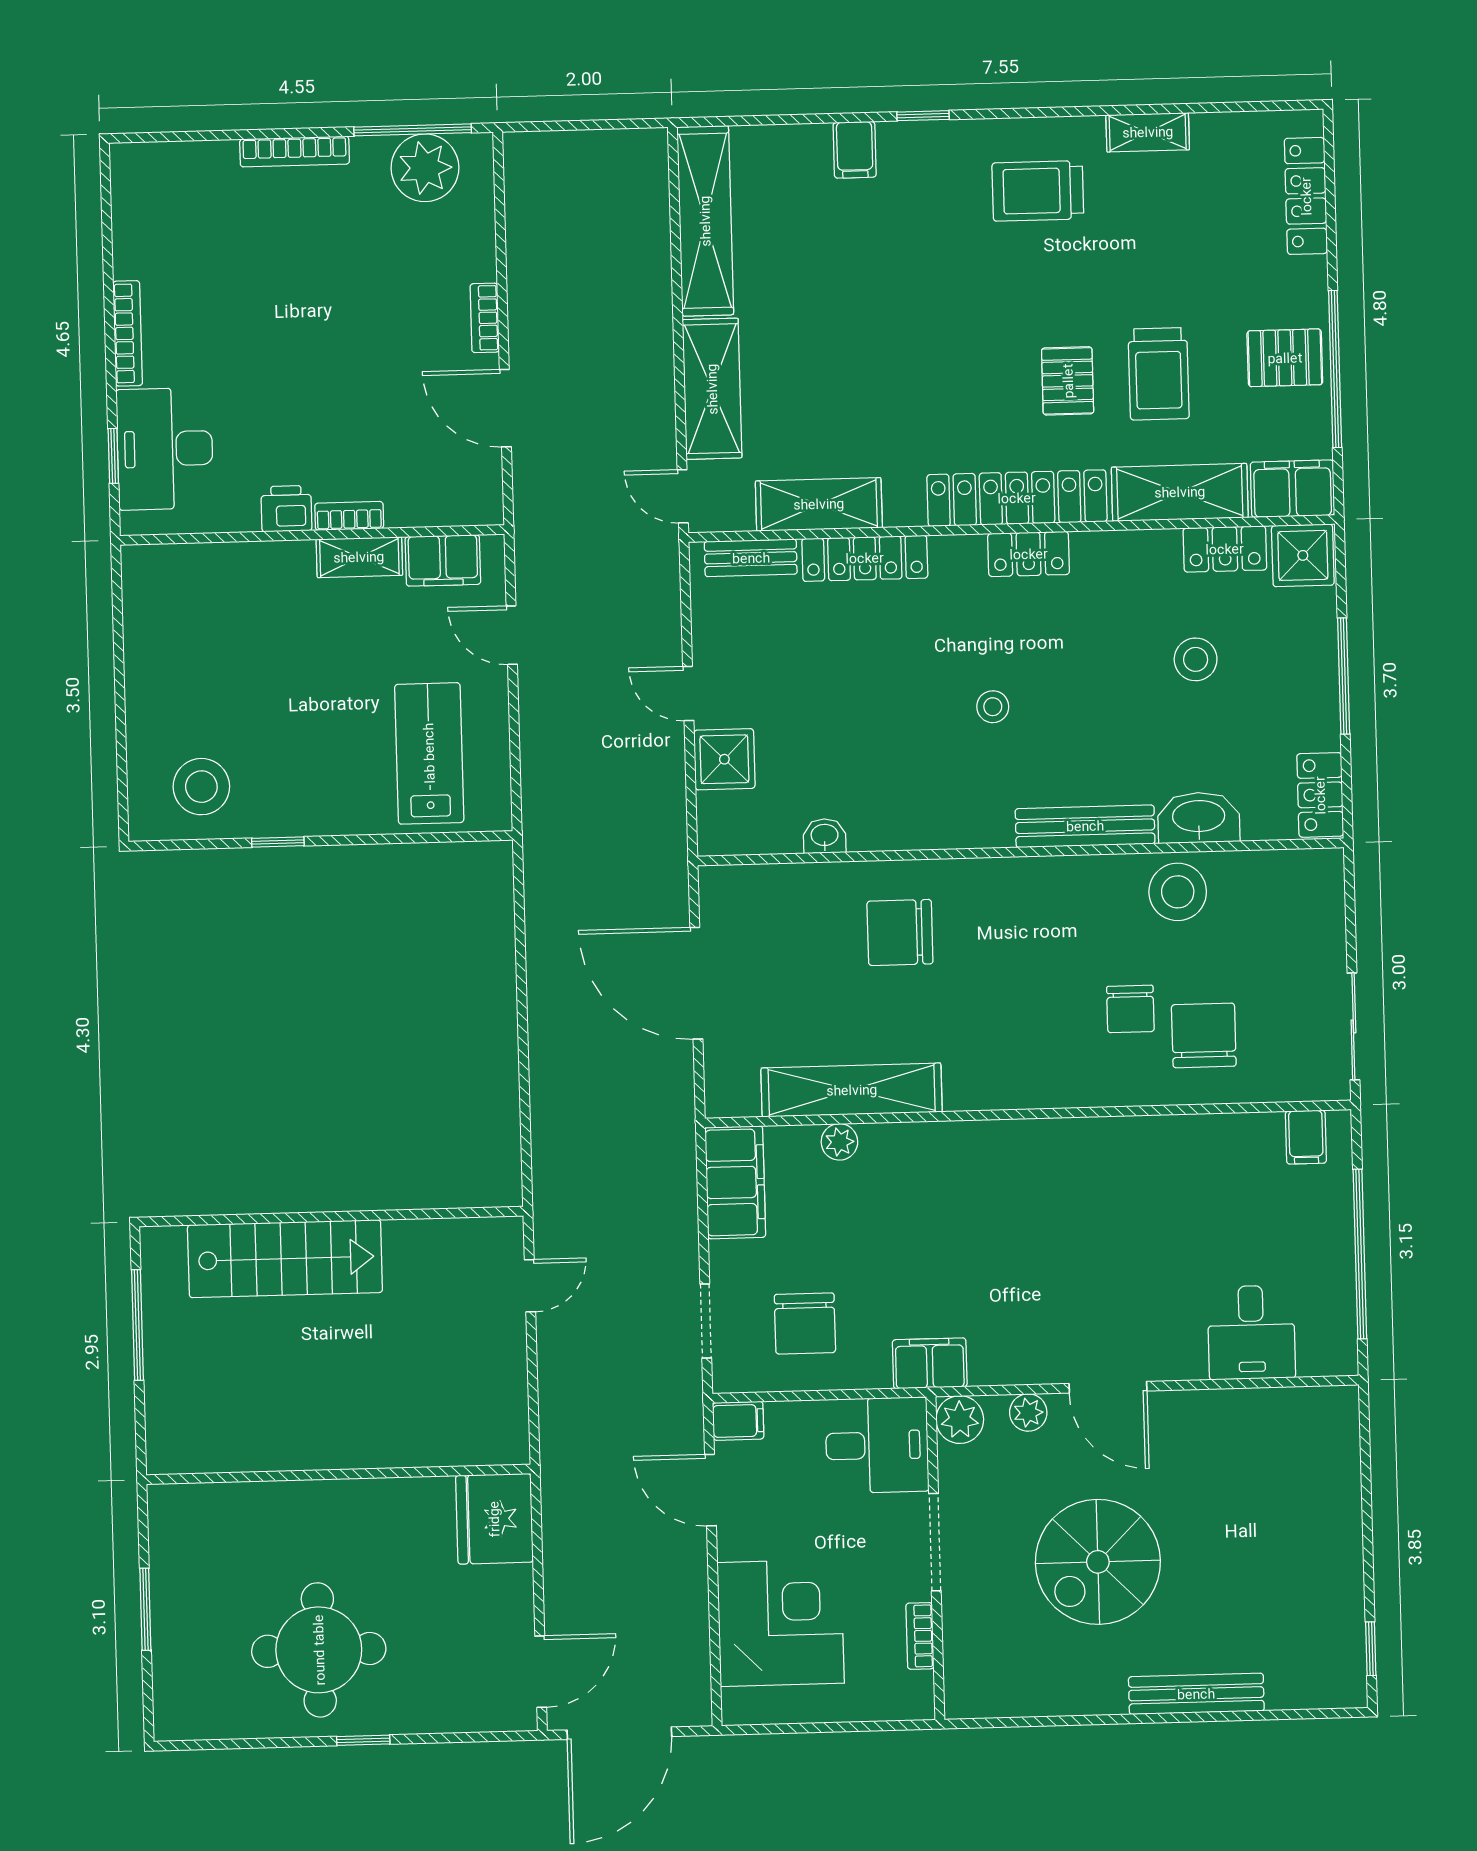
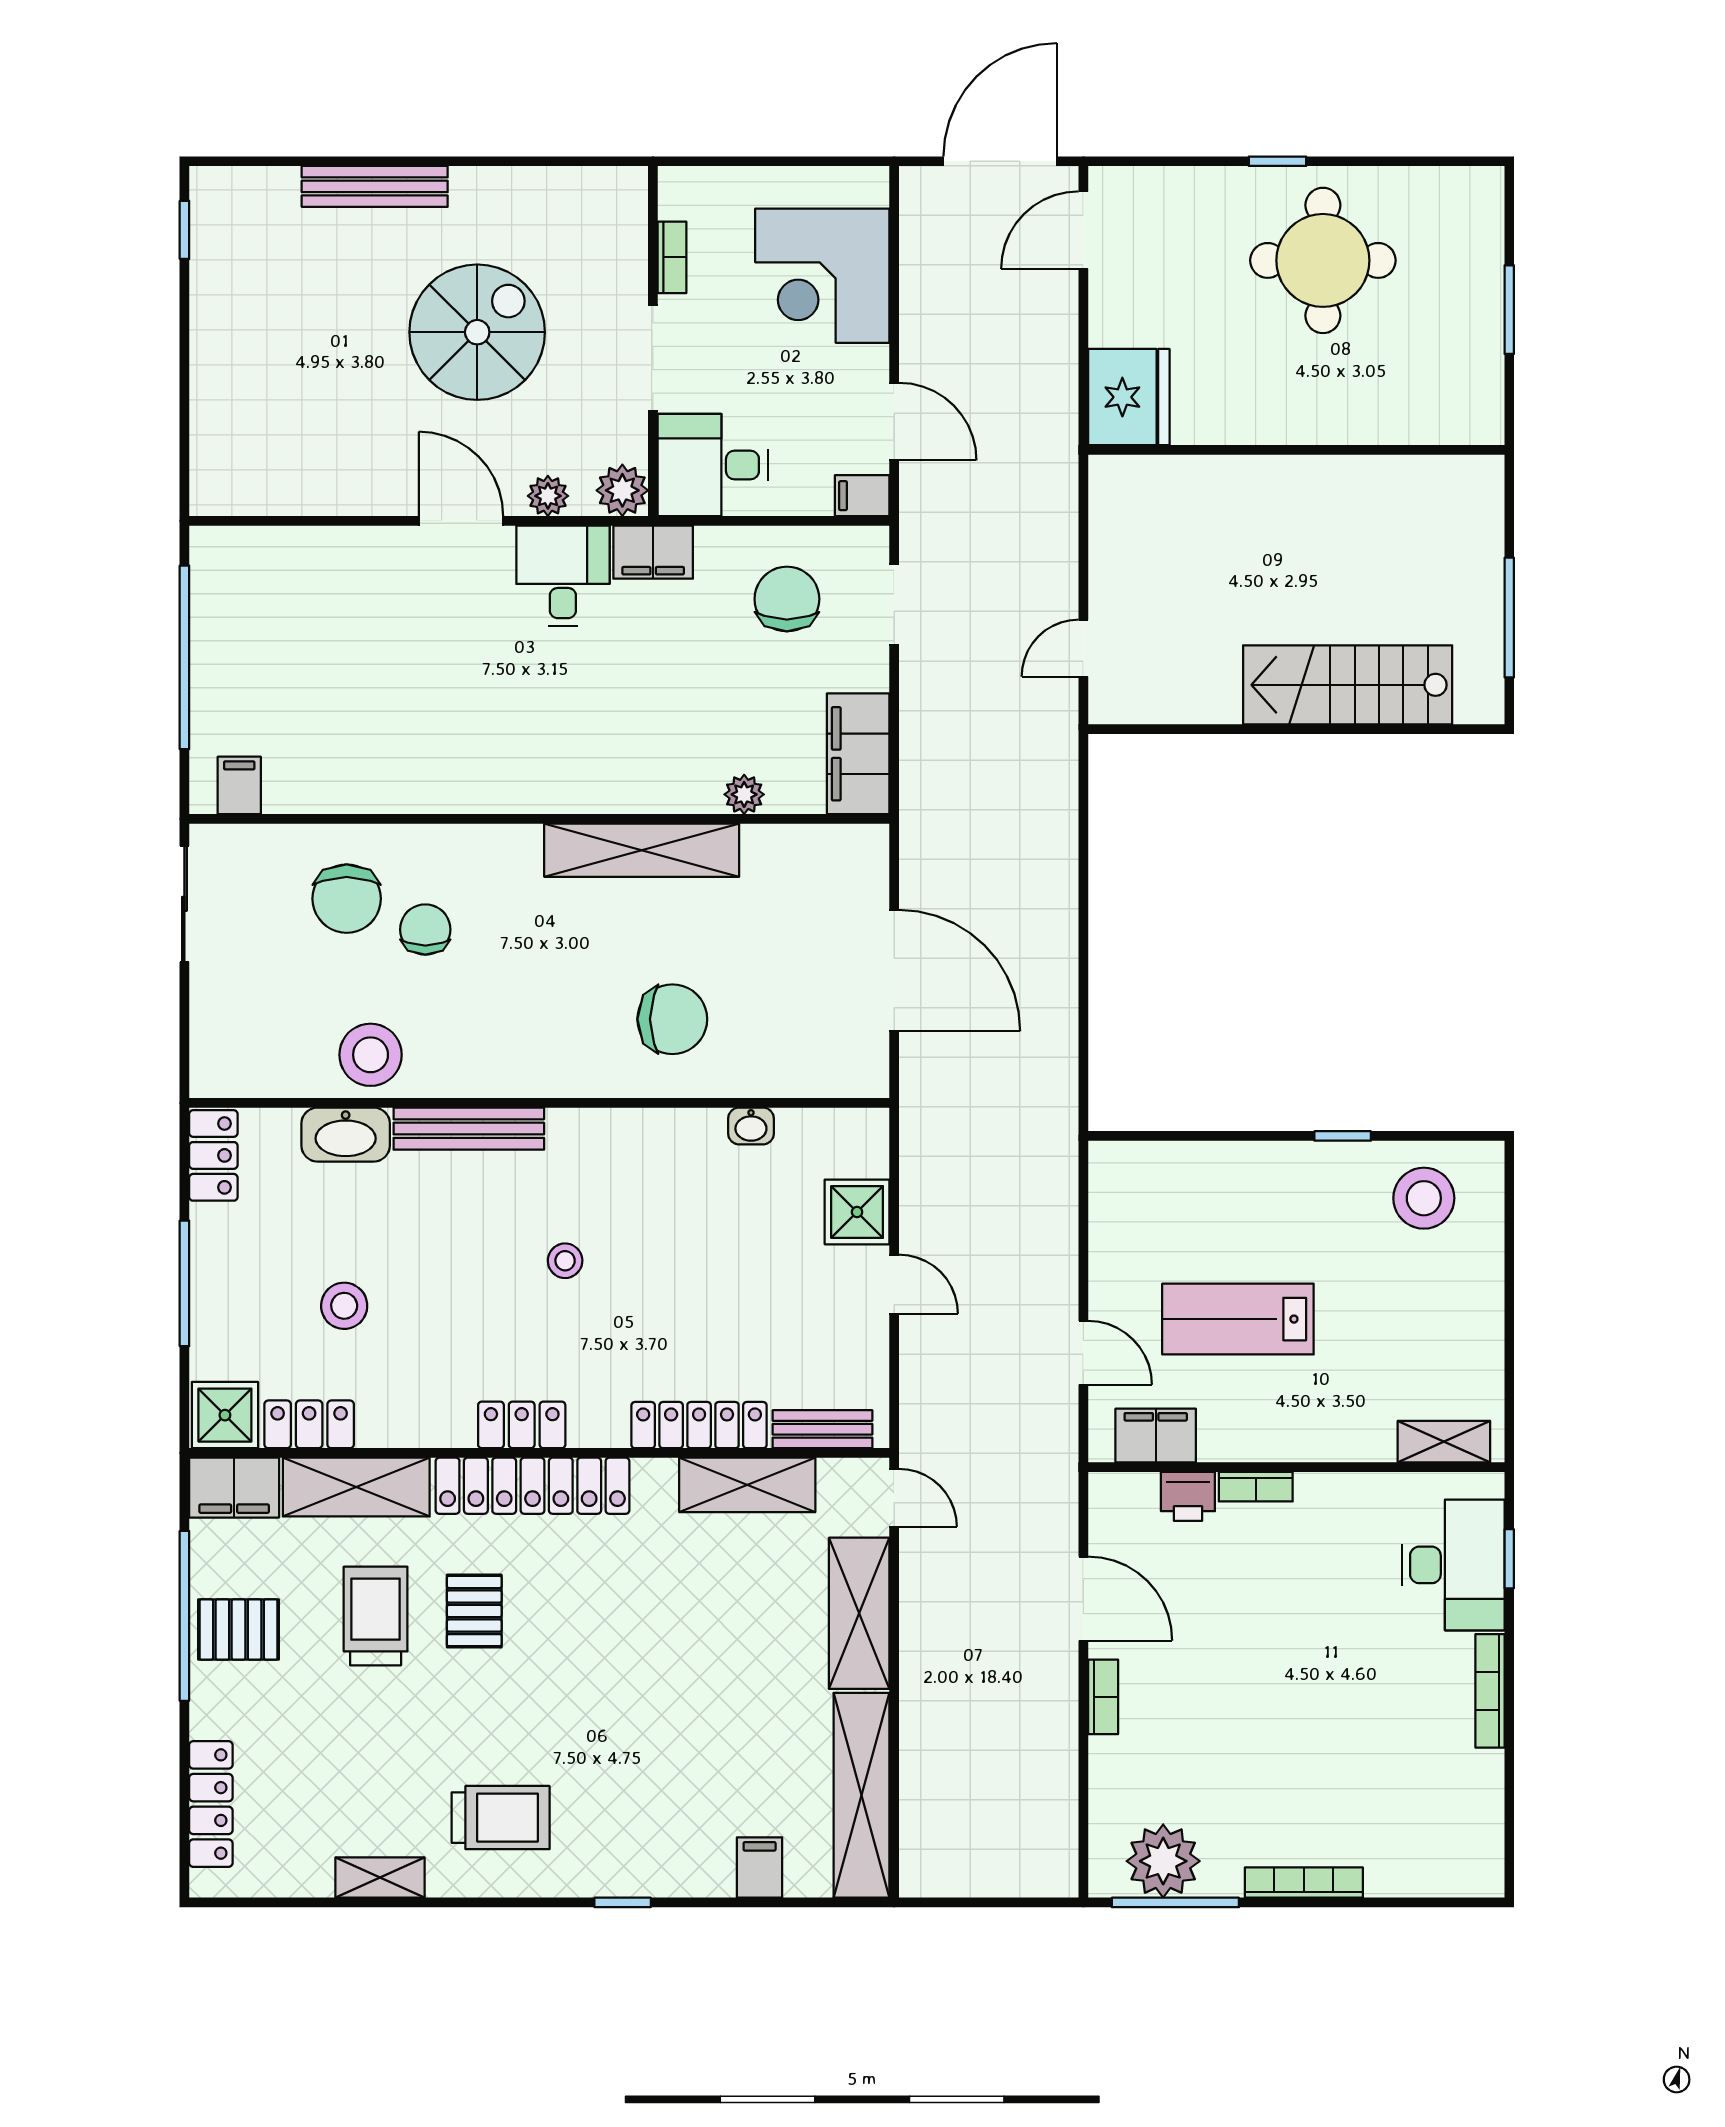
filing cabinet: (855, 150) -> (760, 1868), moved
printer: (286, 509) -> (1188, 1496), moved
shelving: (359, 557) -> (1444, 1442), moved
lab bench: (429, 753) -> (1238, 1319), moved, turned 90
shelving: (852, 1090) -> (642, 850), moved
desk: (1251, 1332) -> (563, 576), moved

